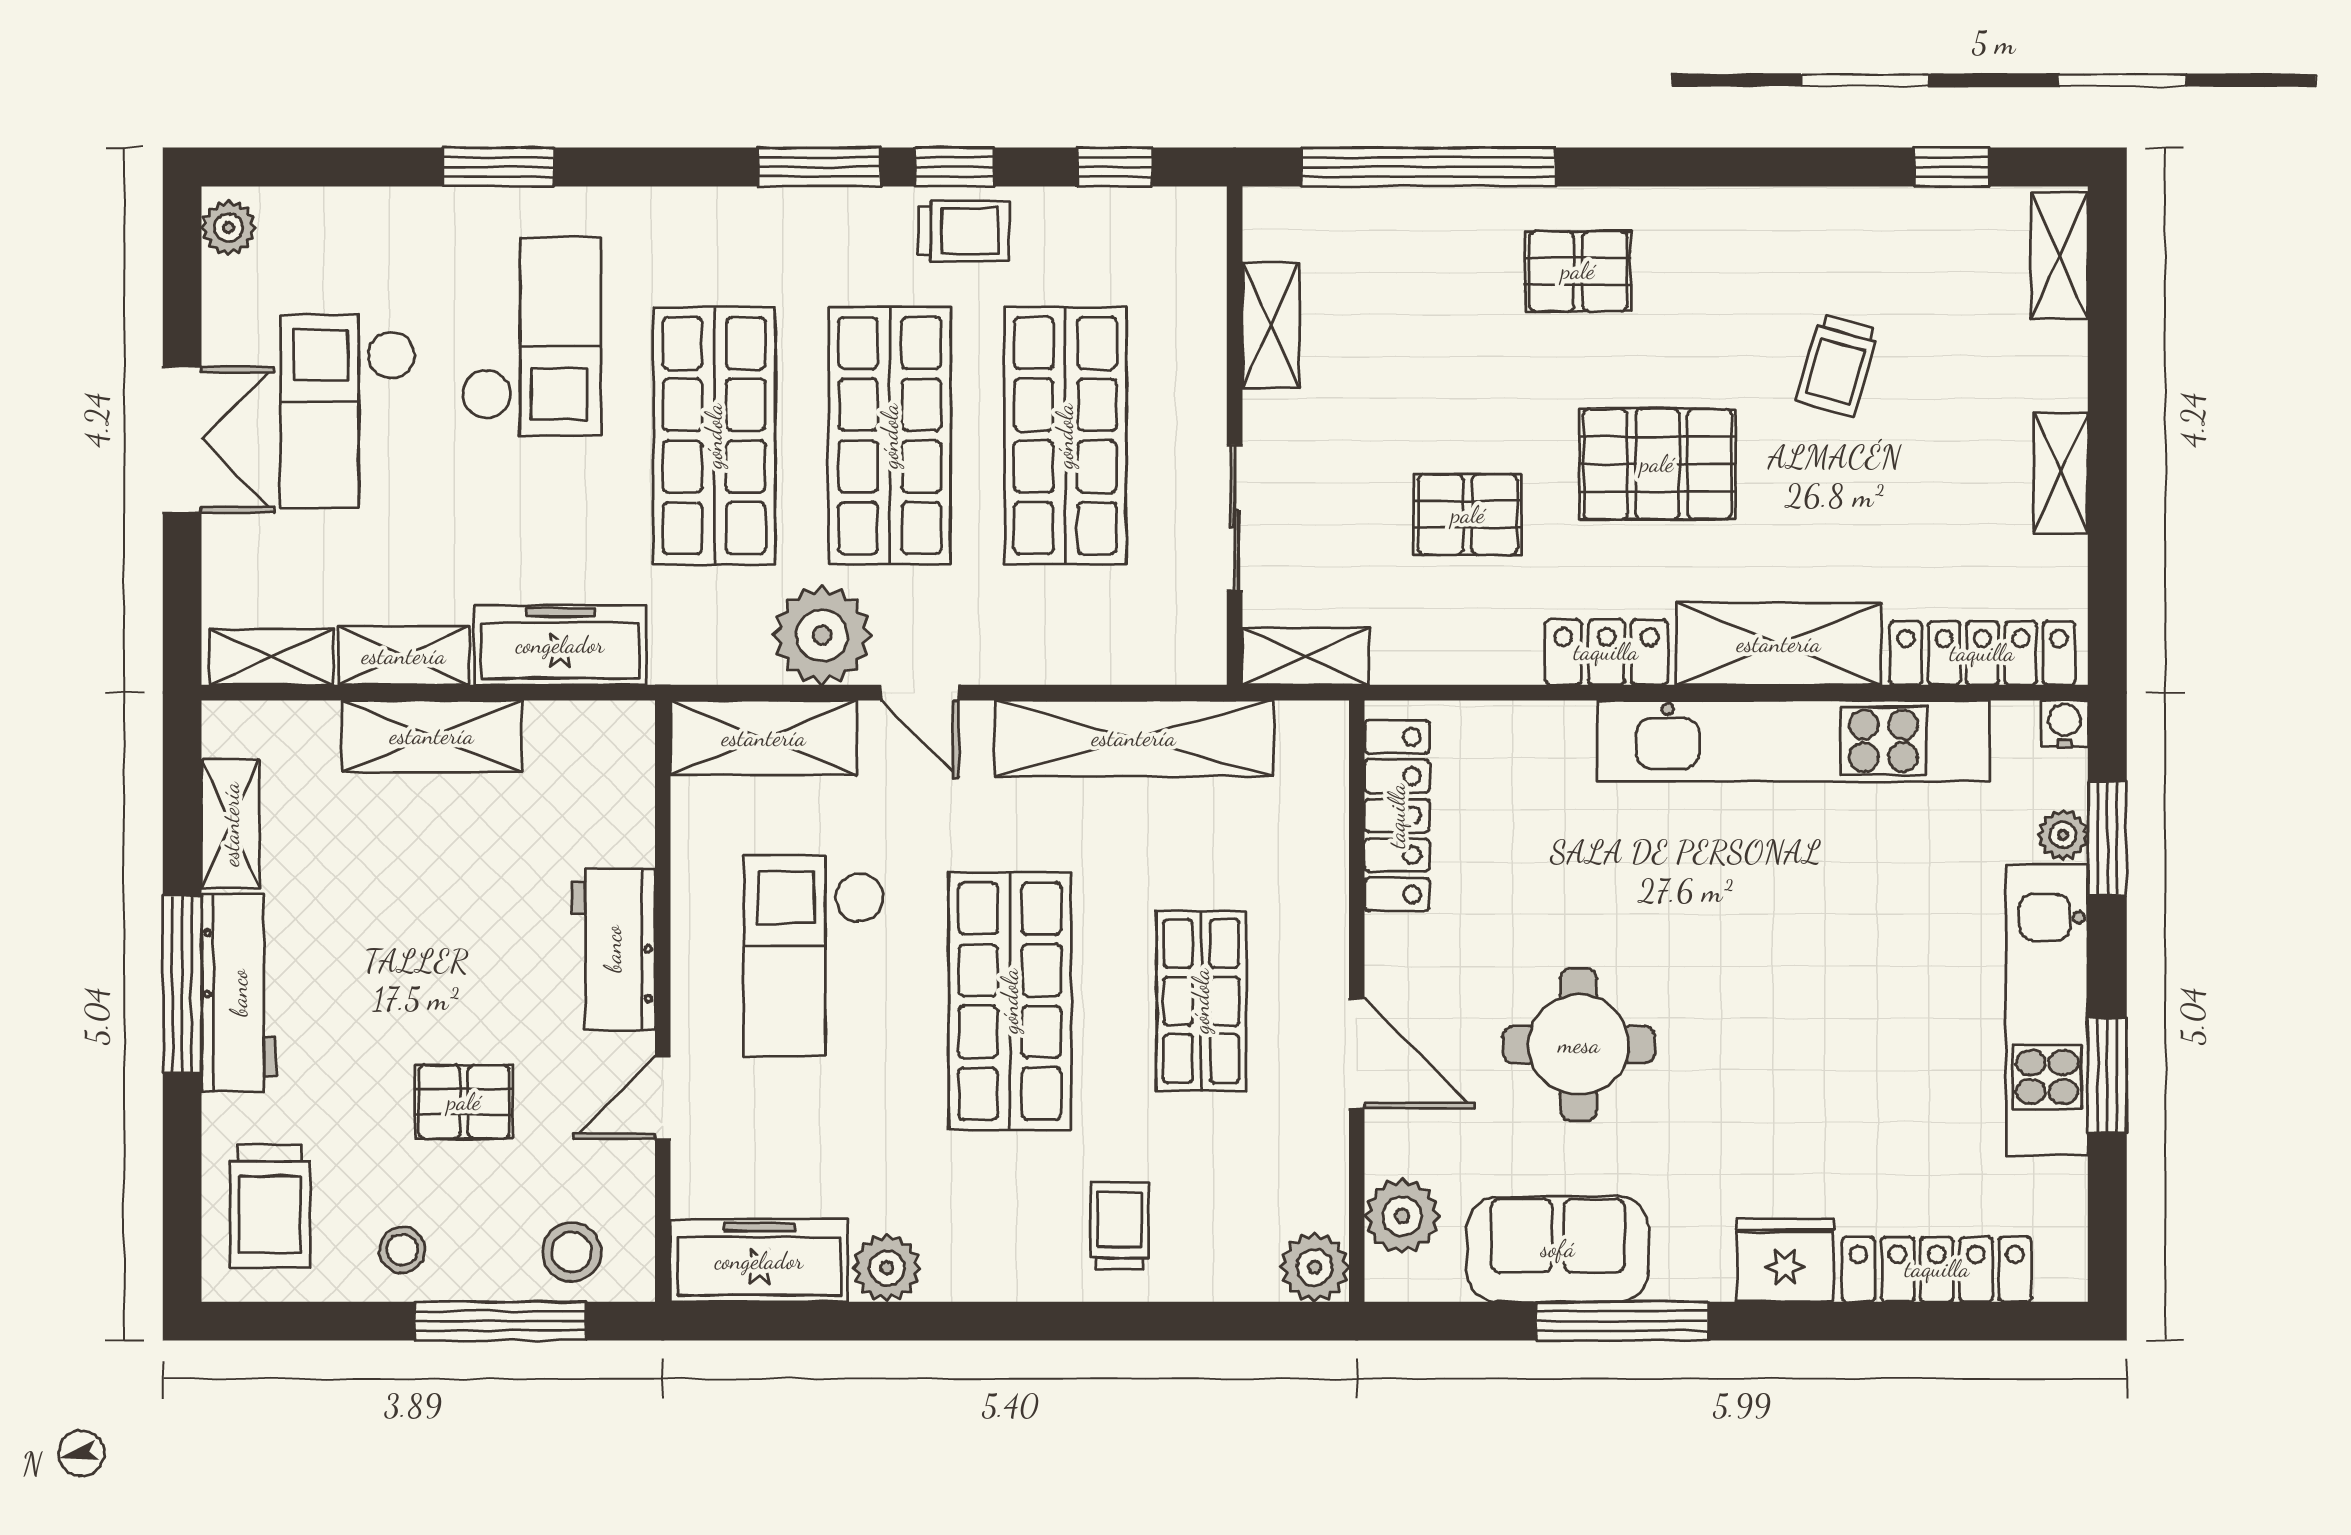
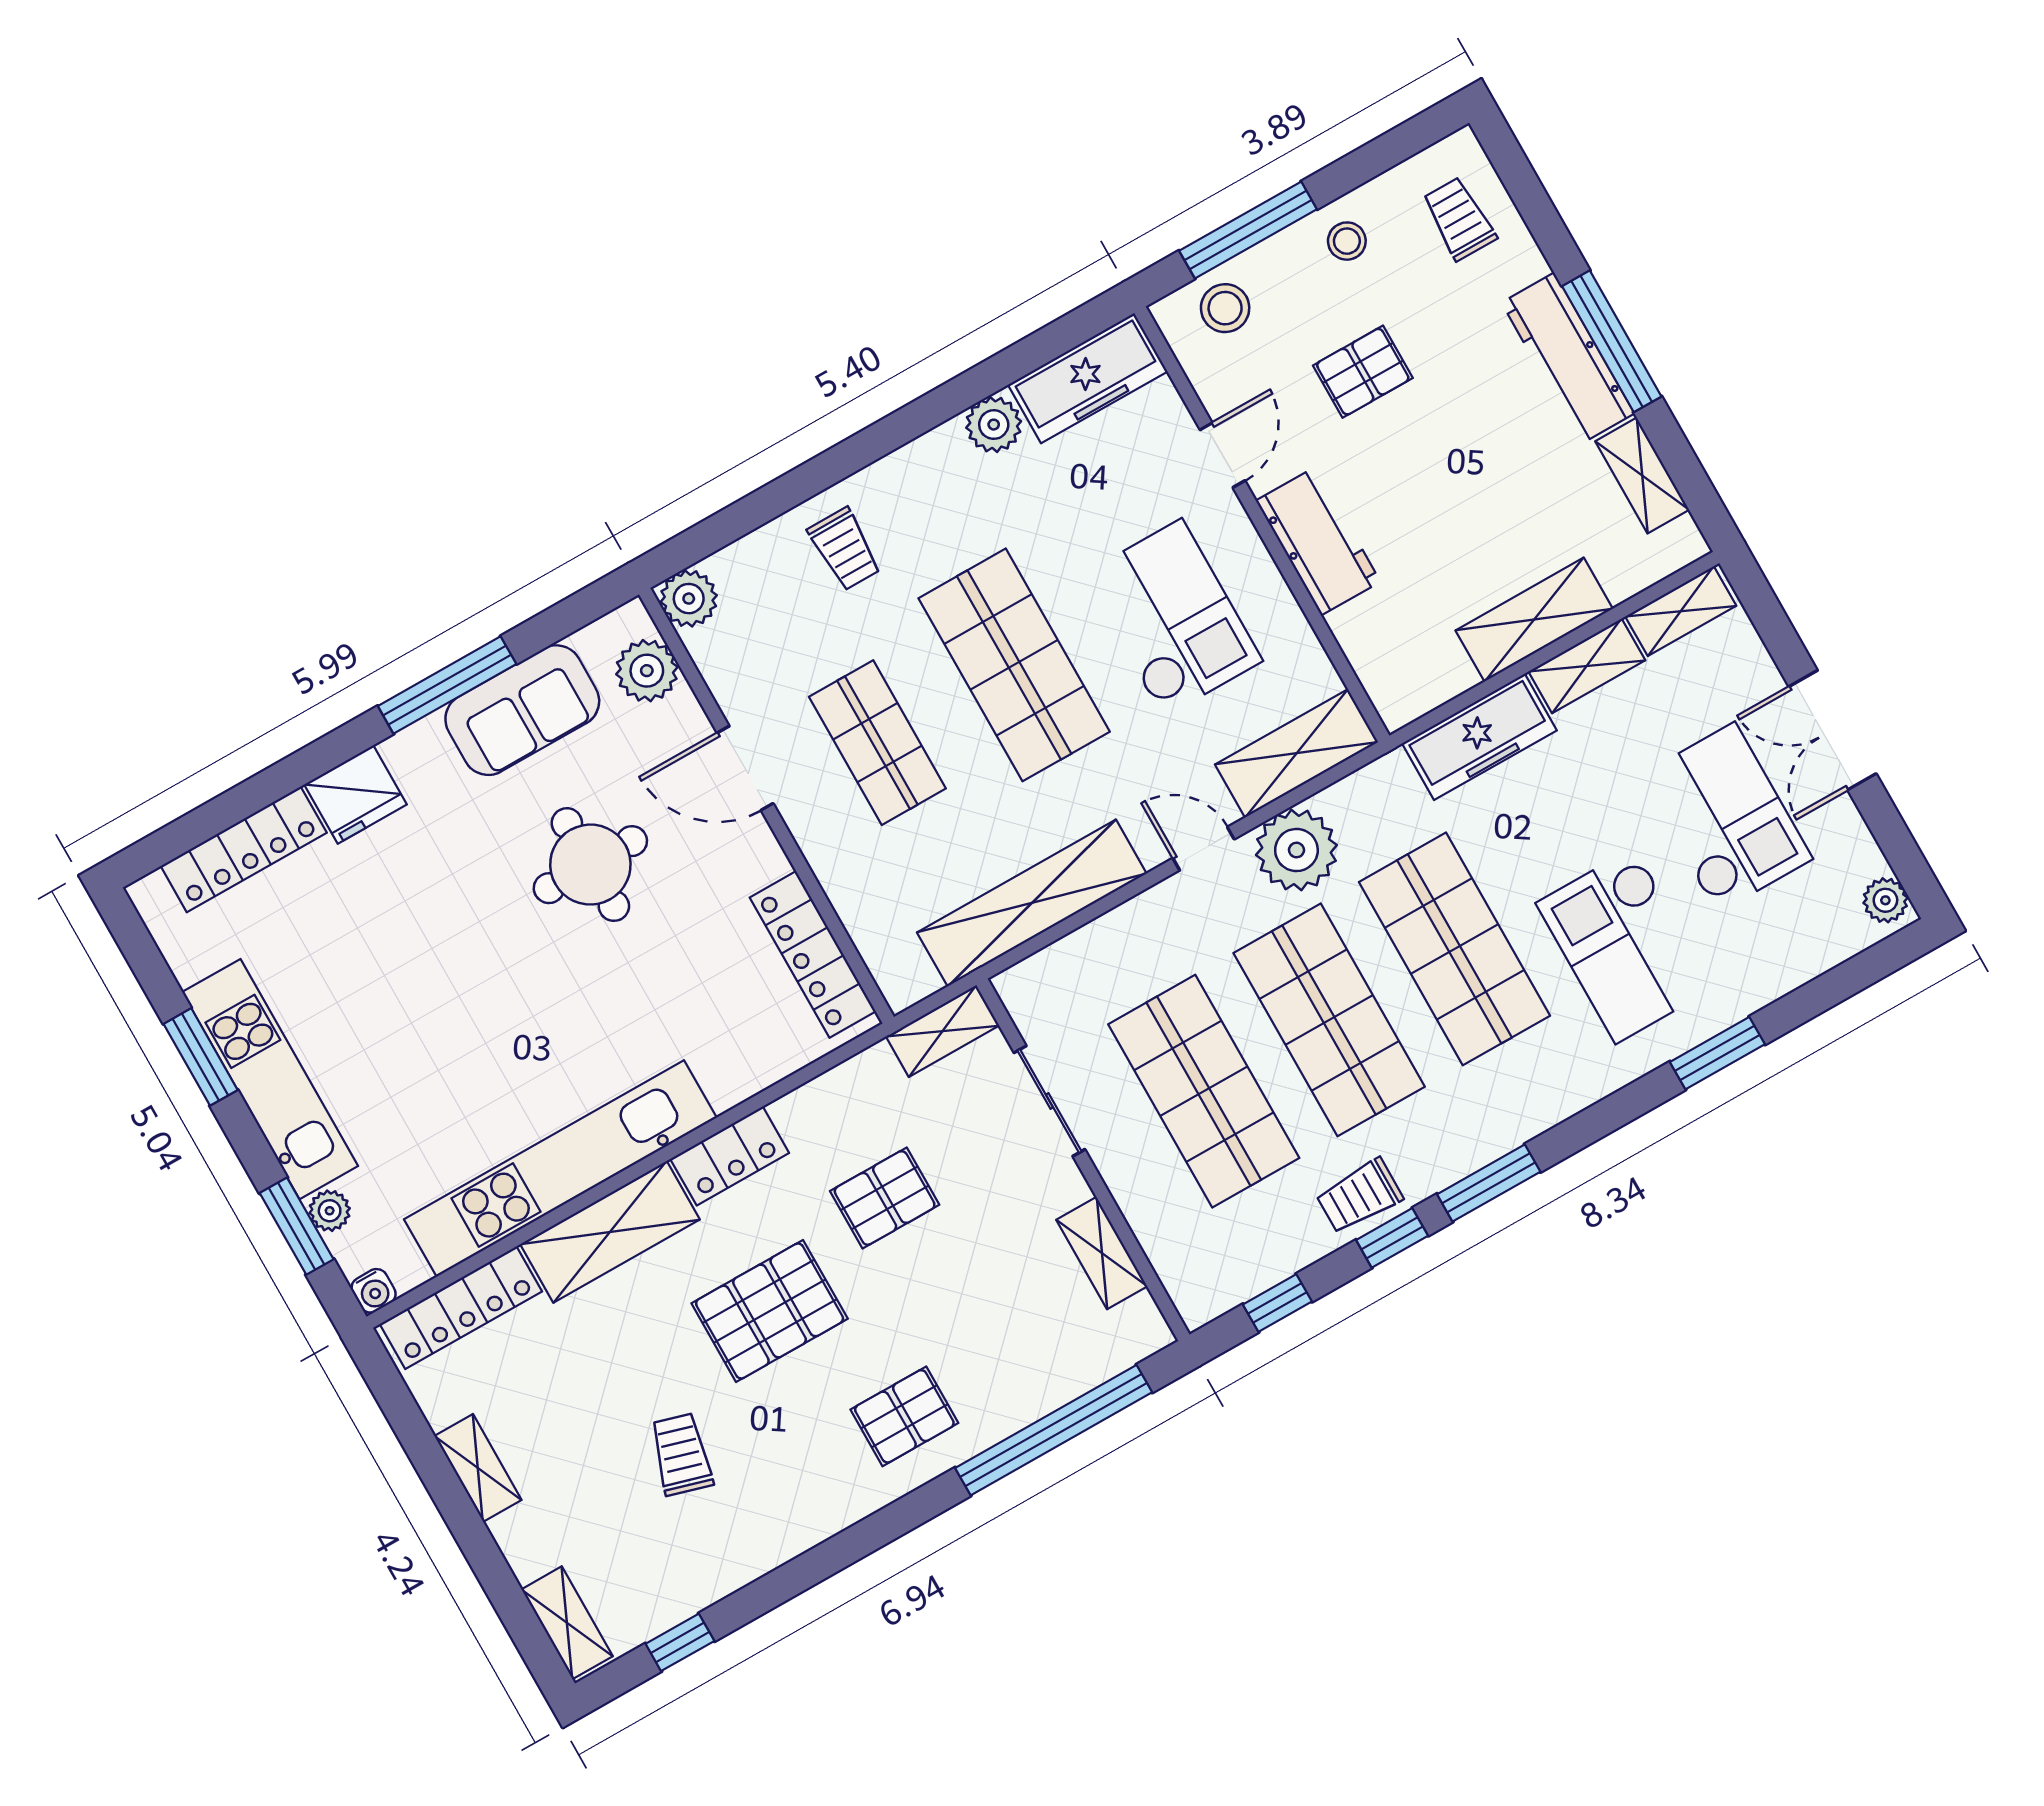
trolley: (270, 1206) -> (1459, 219), width x0.73, depth x0.72

